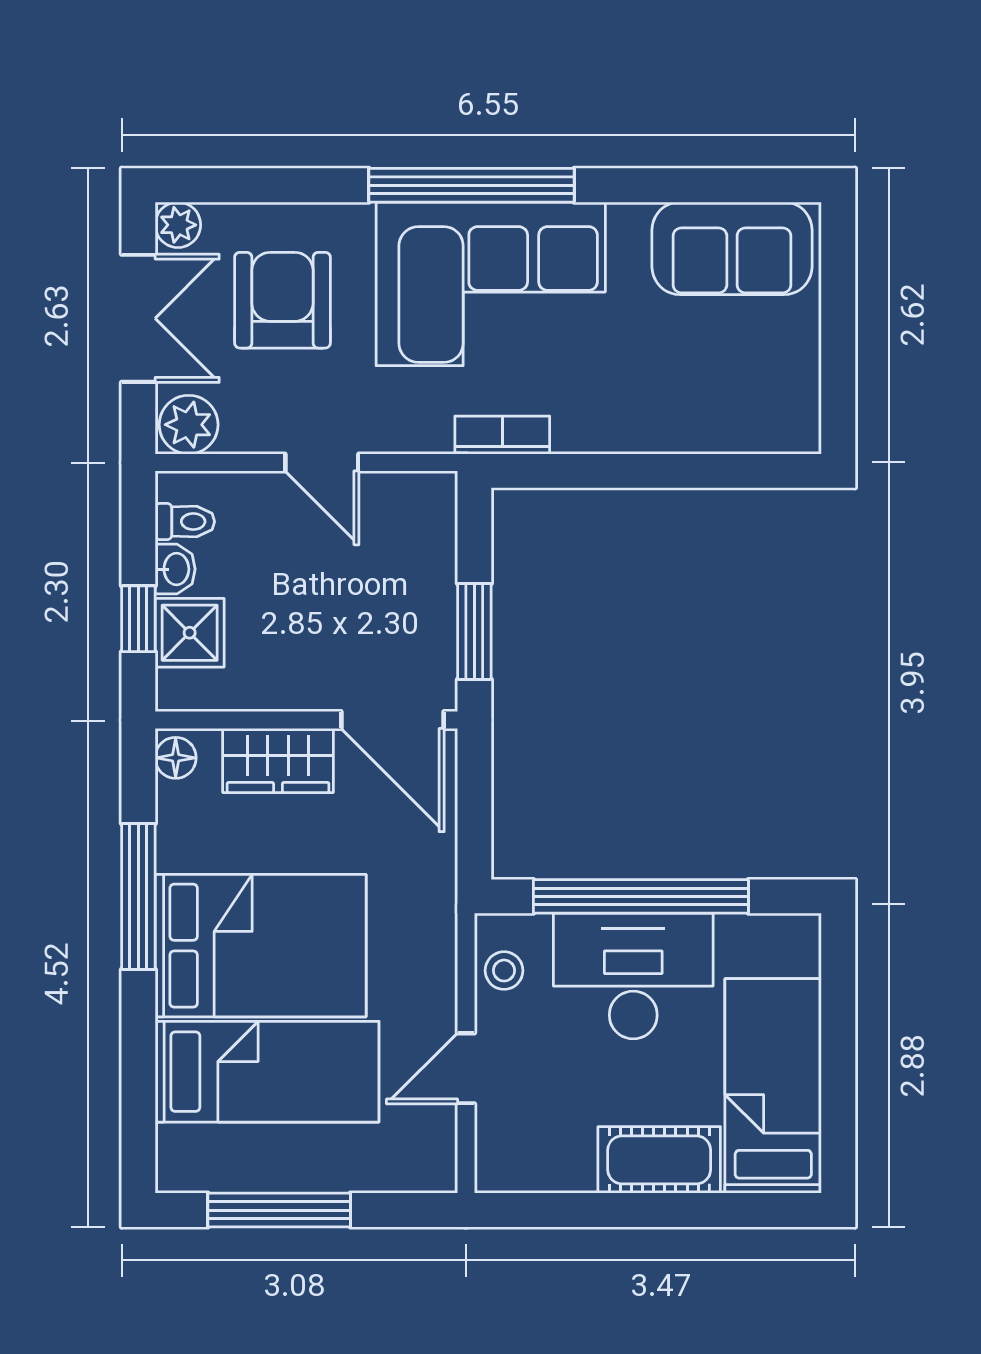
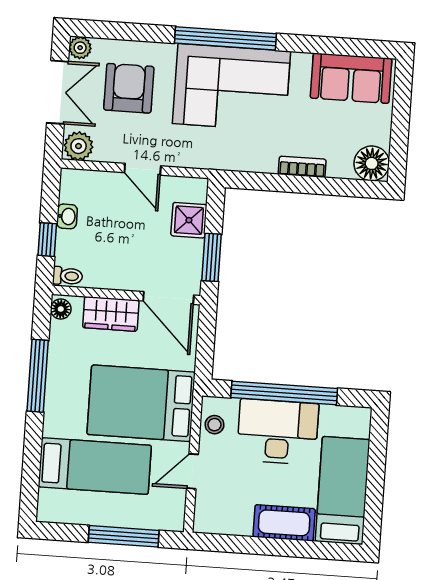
floor lamp: (786, 418) -> (372, 163), added
bookcase: (502, 435) -> (302, 167), moved
toilet: (185, 522) -> (68, 276), moved
shower: (190, 633) -> (189, 220), moved
bed: (261, 946) -> (141, 403), moved, turned 180
window: (279, 1210) -> (124, 536), moved

